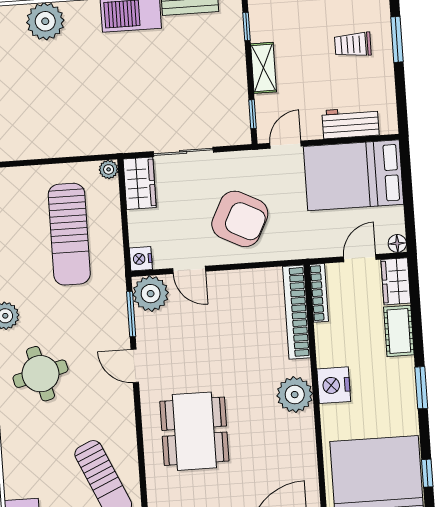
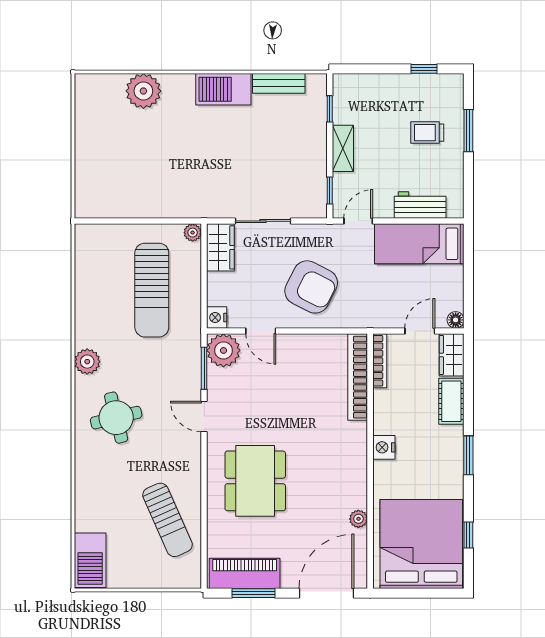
bed: (353, 175) -> (419, 244), width x0.67
nightstand: (334, 385) -> (384, 447), width x0.74, depth x0.75
plant: (295, 395) -> (358, 519), moved, width x0.53, depth x0.53

